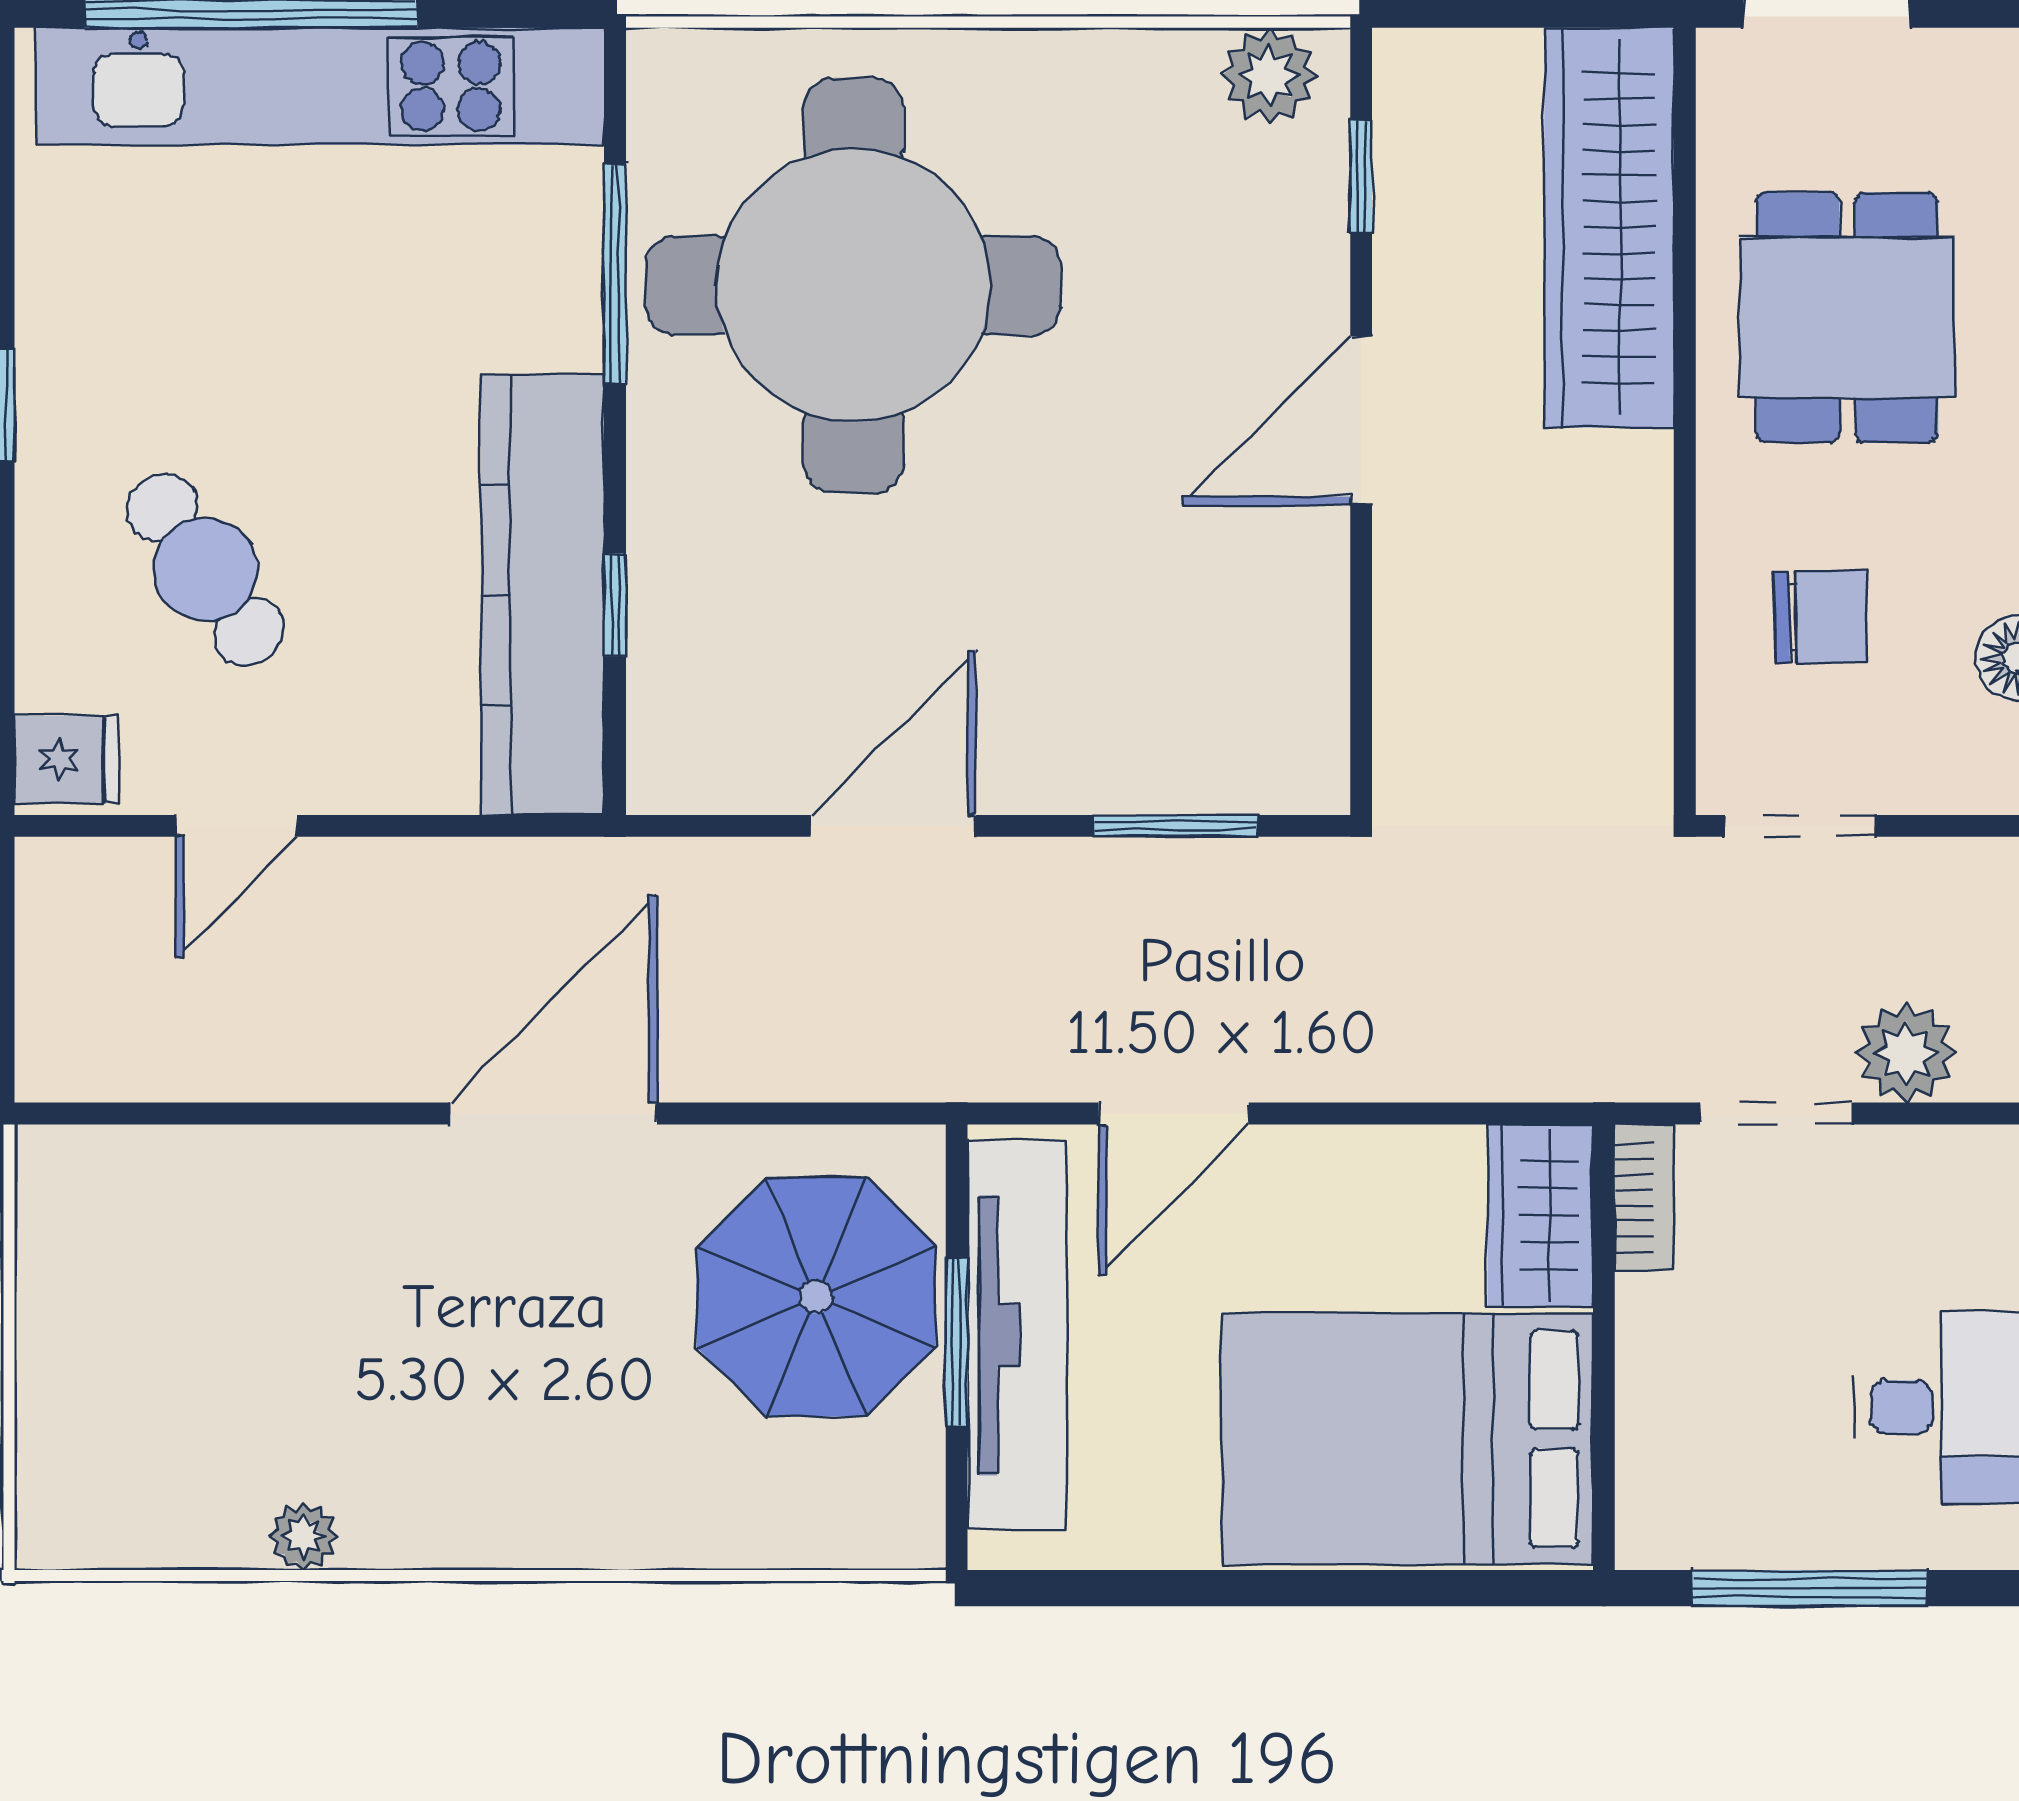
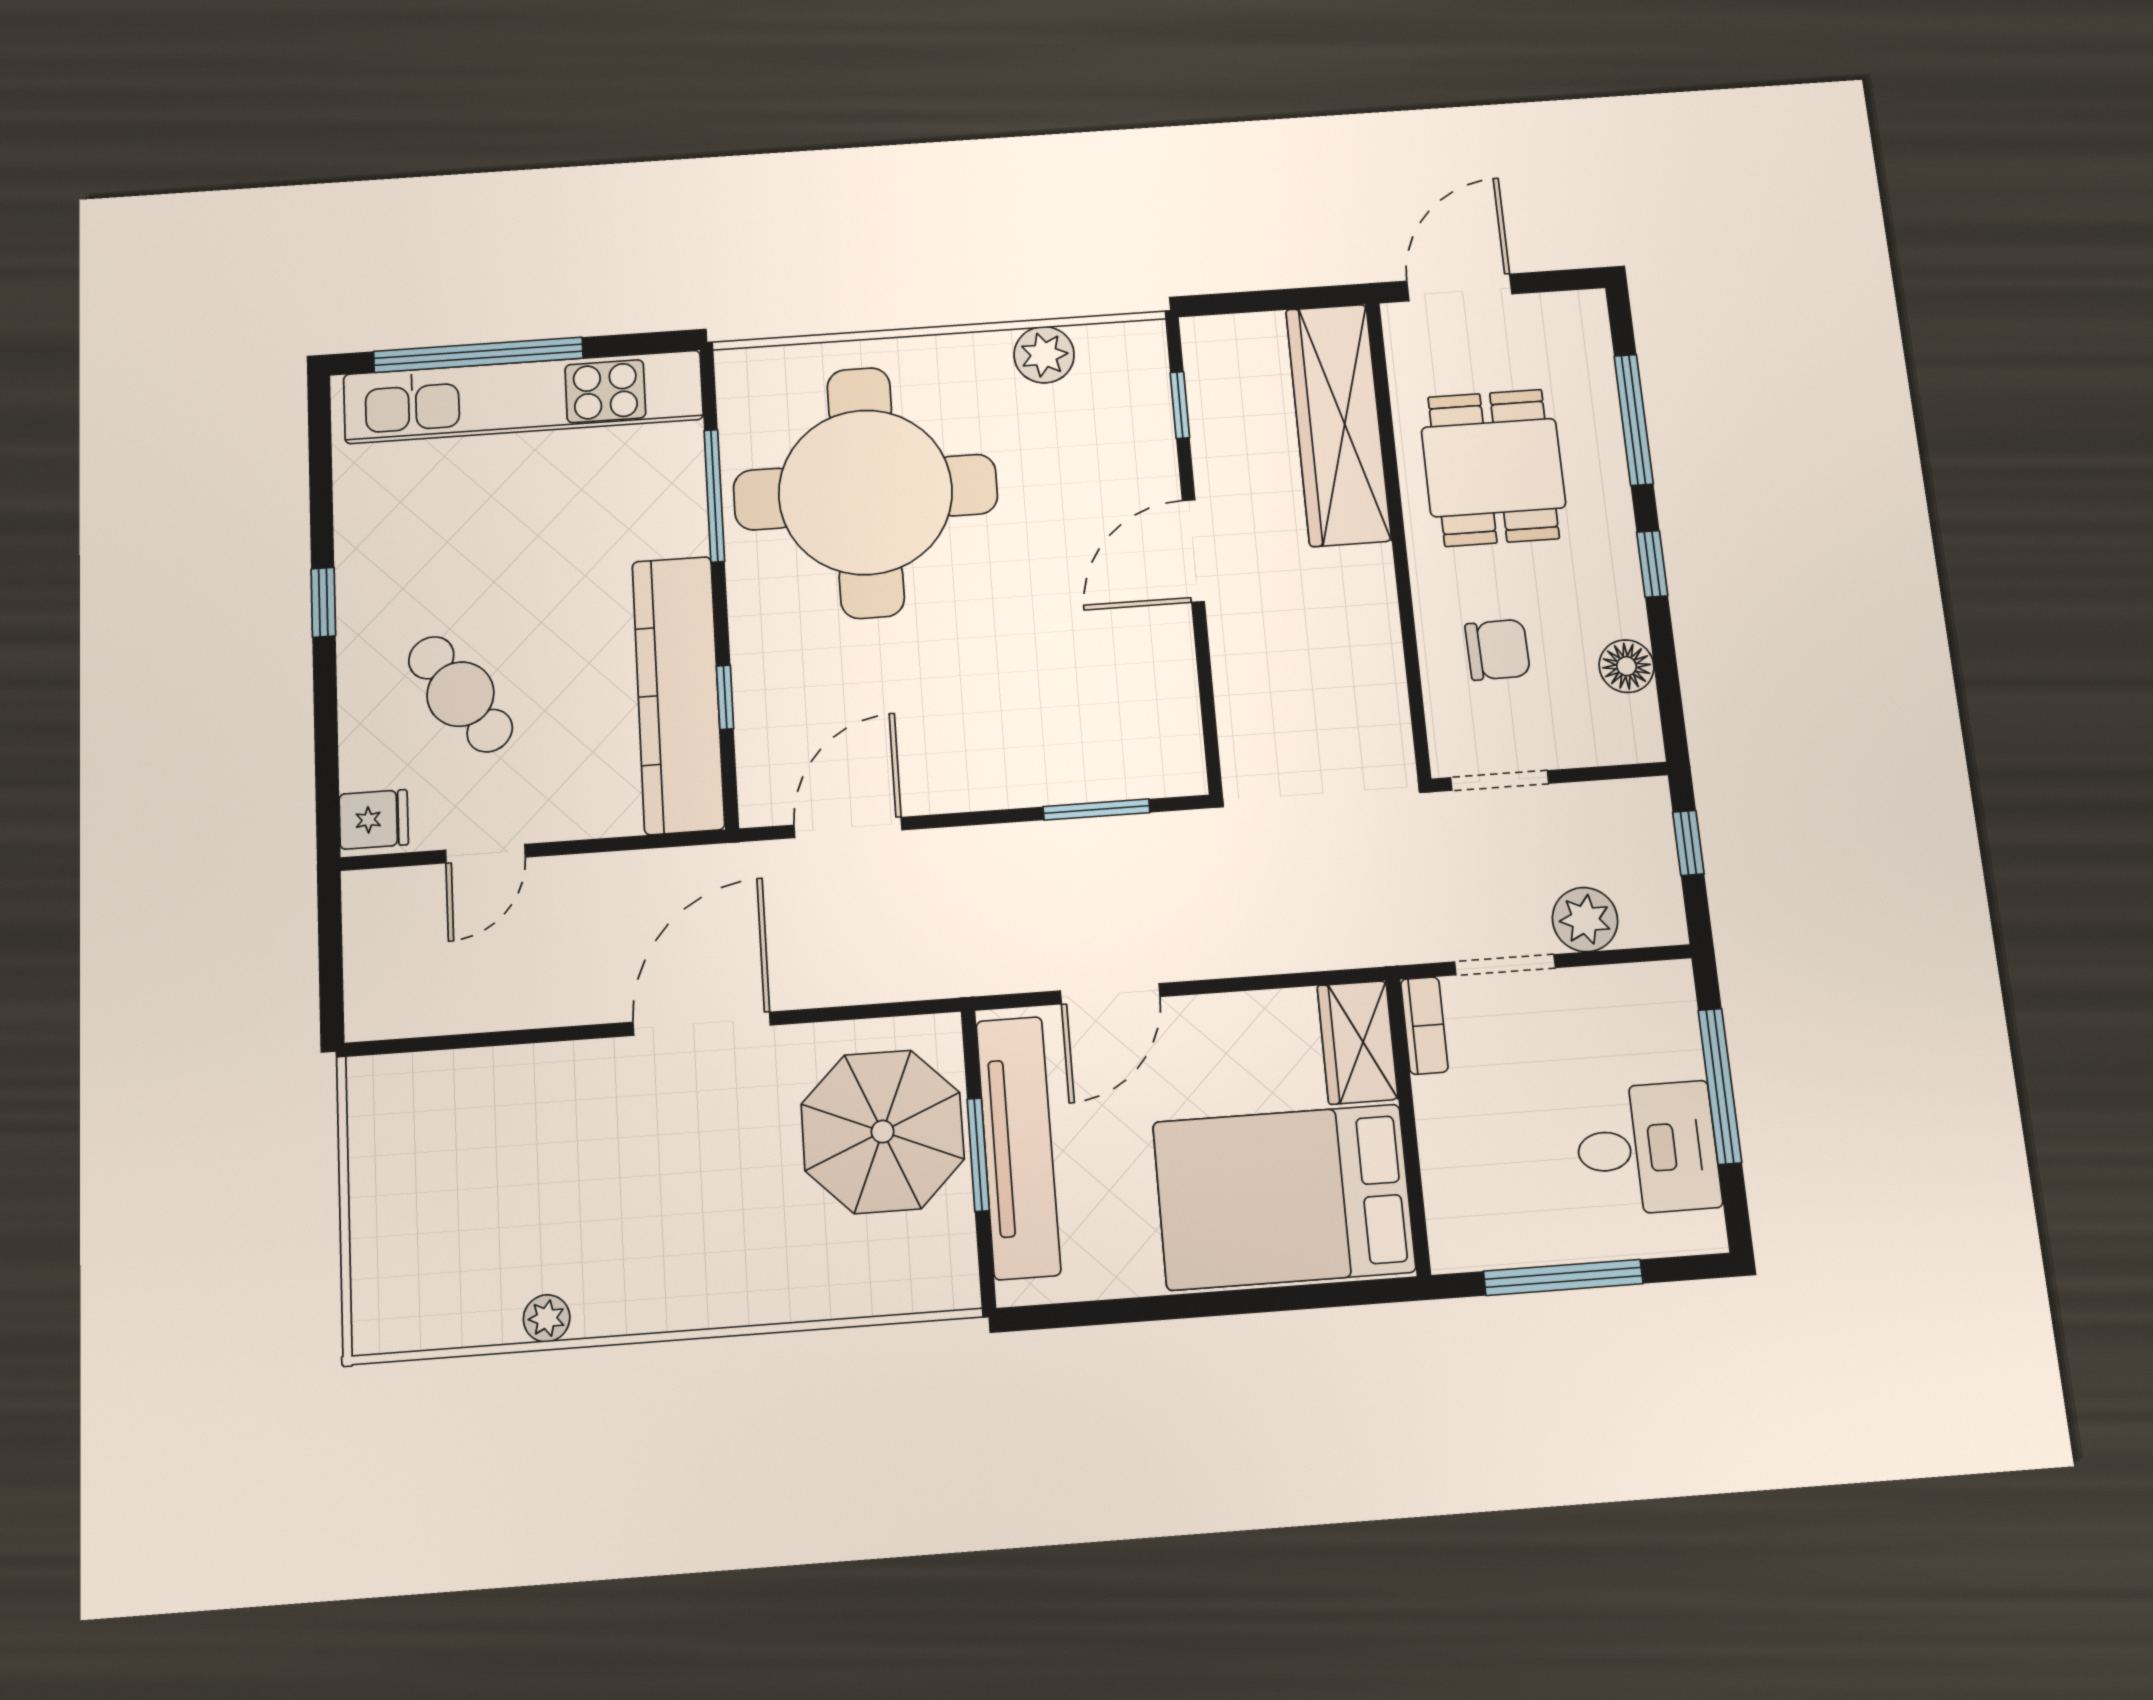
plant: (1269, 76) -> (1044, 355), moved
door: (893, 826) -> (848, 827), moved

